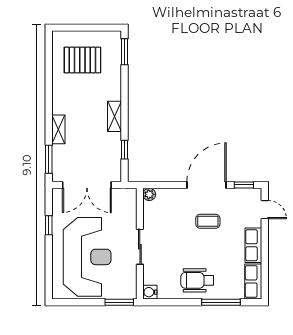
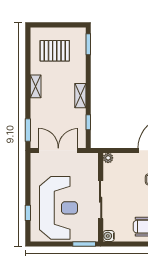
shelving: (58, 129) -> (36, 86), moved
double door: (87, 185) -> (58, 150), swing flipped
window: (49, 225) -> (28, 213), moved
sliding door: (140, 247) -> (101, 200), width x1.37

